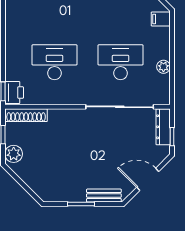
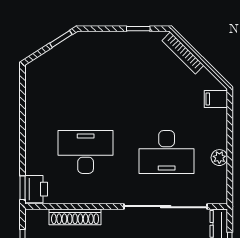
desk: (121, 62) -> (167, 152), turned 180
shoe rack: (26, 115) -> (75, 217), moved

